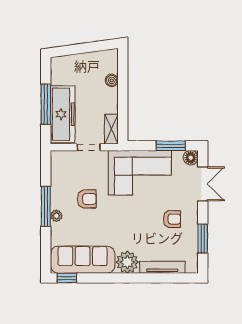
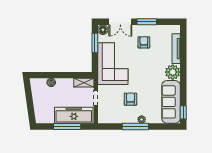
double door: (203, 184) -> (120, 22), swing flipped
window: (203, 239) -> (147, 22), moved

